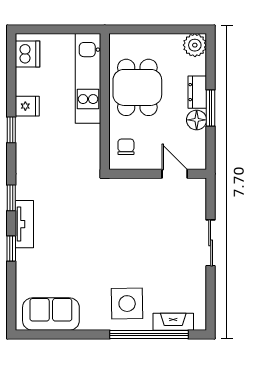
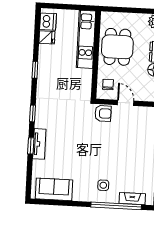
fridge: (27, 106) -> (47, 37), moved
door: (175, 174) -> (126, 103), moved
armchair: (121, 192) -> (103, 113), added
tv unit: (24, 224) -> (39, 144), moved
side table: (127, 304) -> (103, 185), width x0.54, depth x0.54

